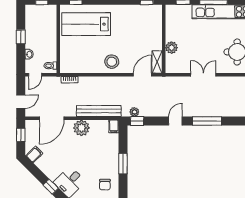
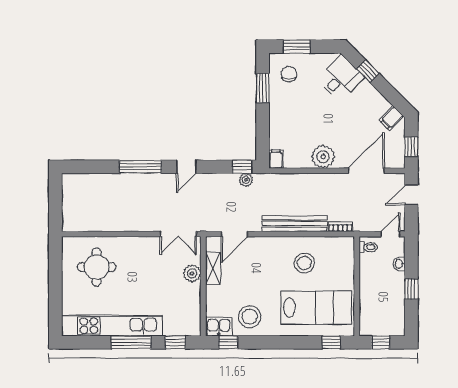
kitchen sink: (153, 11) -> (219, 327), added
stool: (132, 18) -> (250, 317), added
stool: (112, 62) -> (304, 263), moved
shelving: (157, 62) -> (213, 268), moved
double door: (203, 75) -> (178, 234), moved
bench: (99, 111) -> (295, 224), moved
window: (123, 164) -> (263, 88), moved

